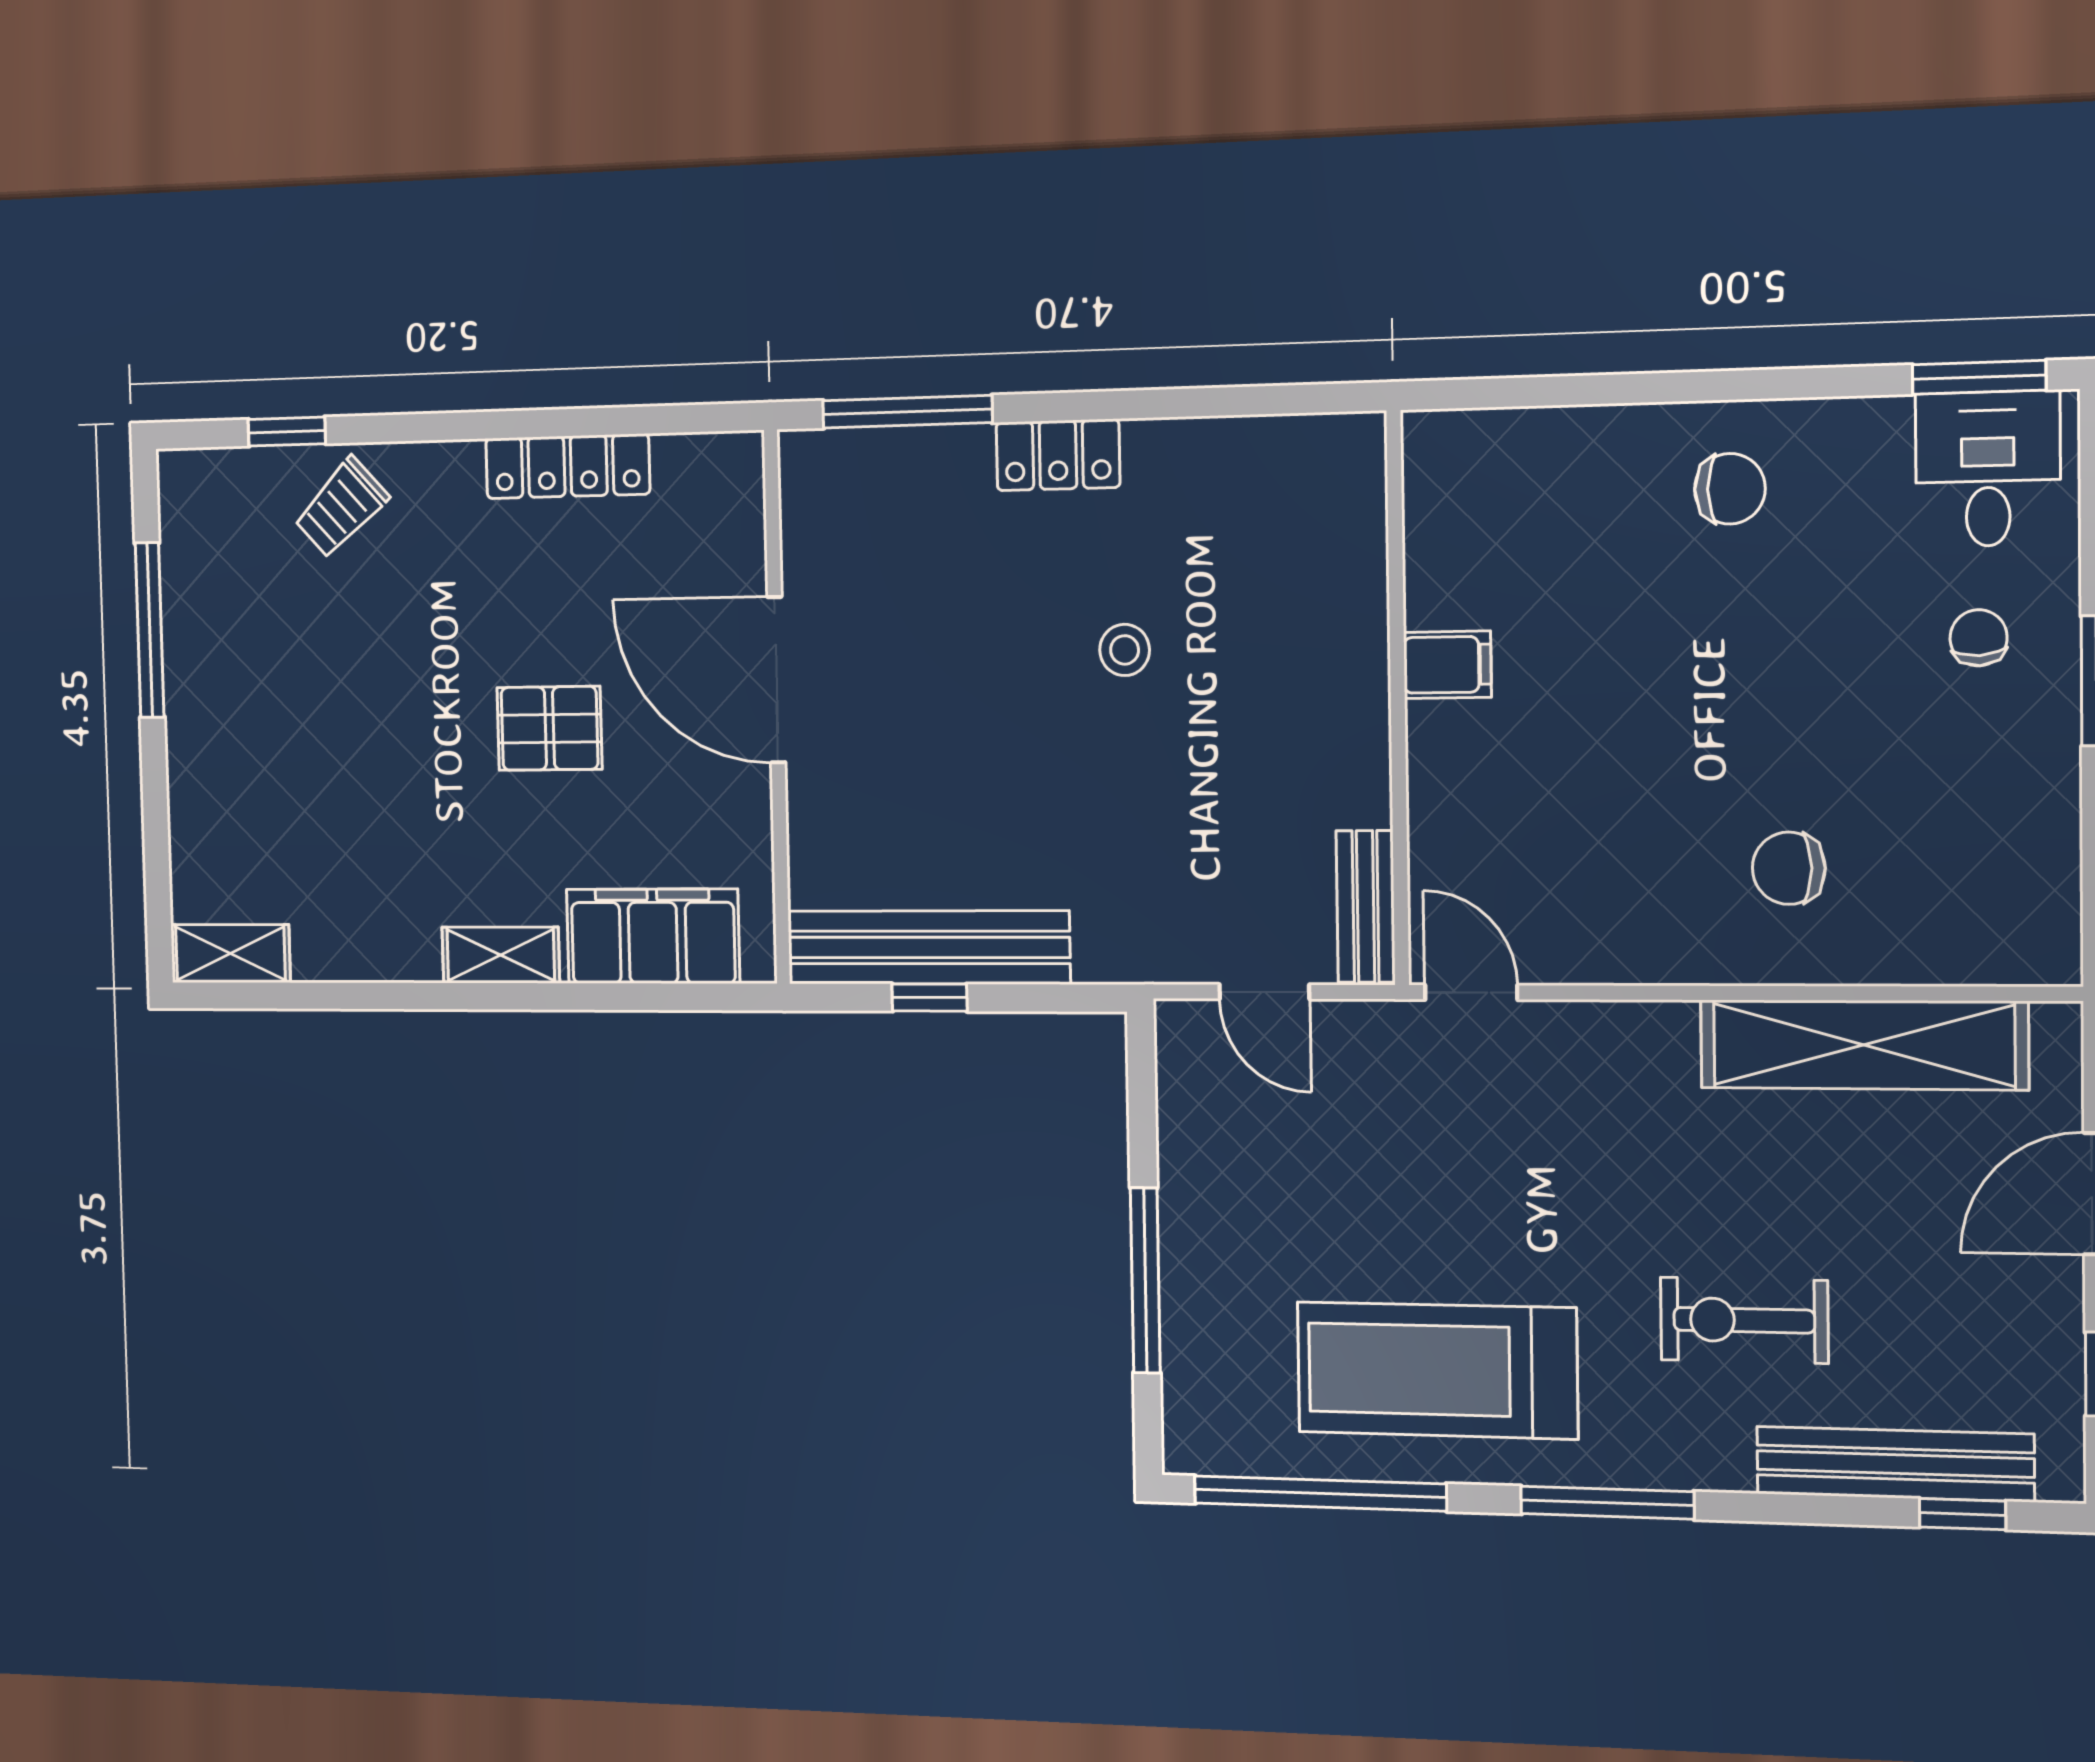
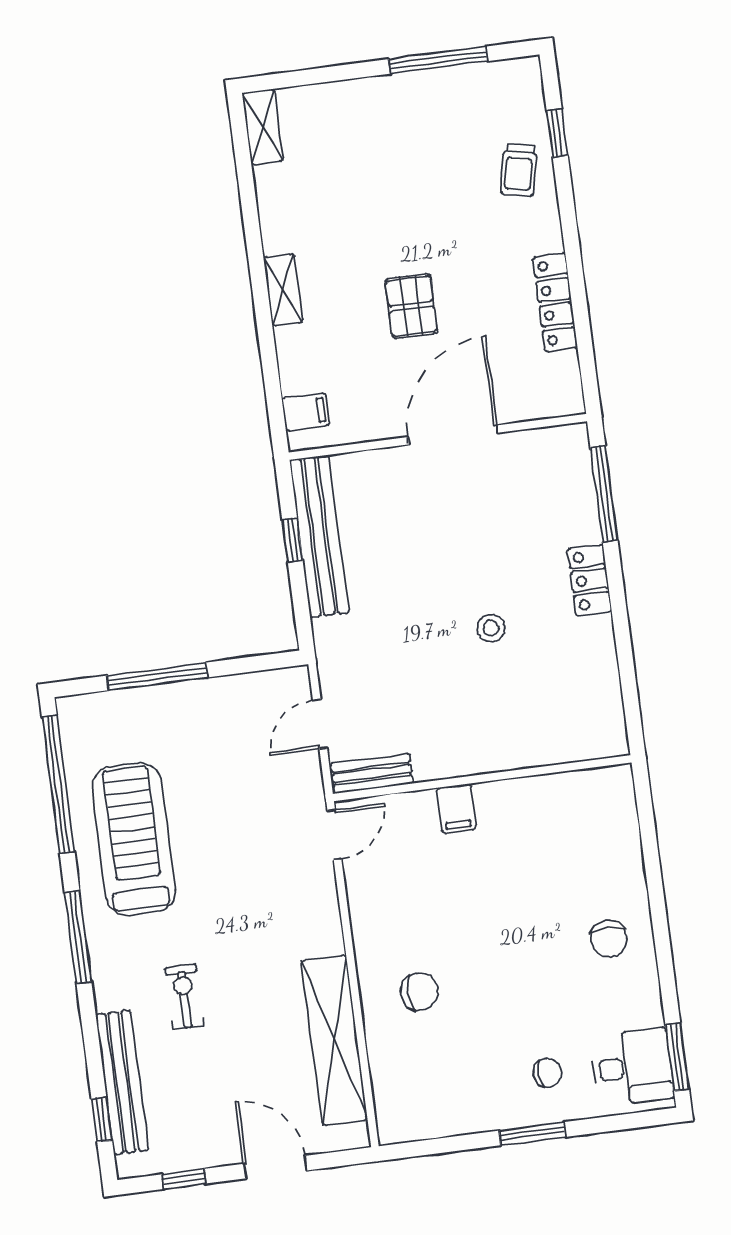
trolley: (341, 508) -> (519, 170), turned -125
filing cabinet: (1447, 665) -> (456, 809), moved
chair: (1789, 868) -> (420, 992), turned 88
filing cabinet: (653, 936) -> (306, 412), width x0.33, depth x0.86
exercise bike: (1744, 1320) -> (184, 997), width x0.73, depth x0.72

